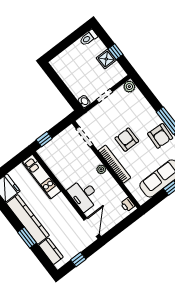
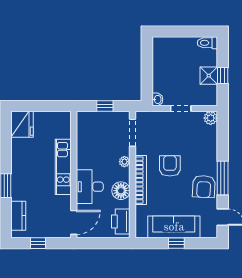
window: (44, 139) -> (105, 106), moved
plant: (101, 169) -> (124, 162), moved
kitchen unit: (41, 177) -> (63, 167), moved
floor lamp: (107, 182) -> (121, 191), added
printer: (128, 205) -> (121, 221), width x1.87, depth x1.48
kitchen counter: (28, 219) -> (20, 169), removed

